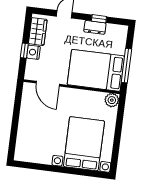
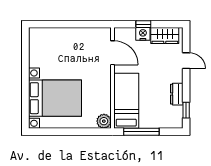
window: (99, 19) -> (186, 110), moved
bed: (96, 70) -> (126, 101), width x0.67
door: (48, 84) -> (112, 53), swing flipped

